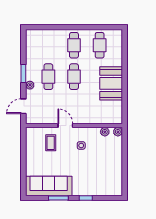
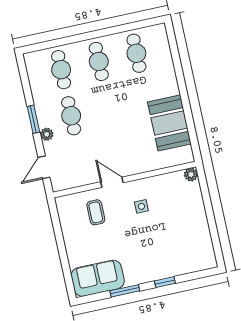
cafe table: (74, 77) -> (61, 70), moved
booth: (111, 83) -> (169, 123), moved
plant: (105, 132) -> (172, 179), removed
sofa: (49, 186) -> (98, 278), width x0.73

